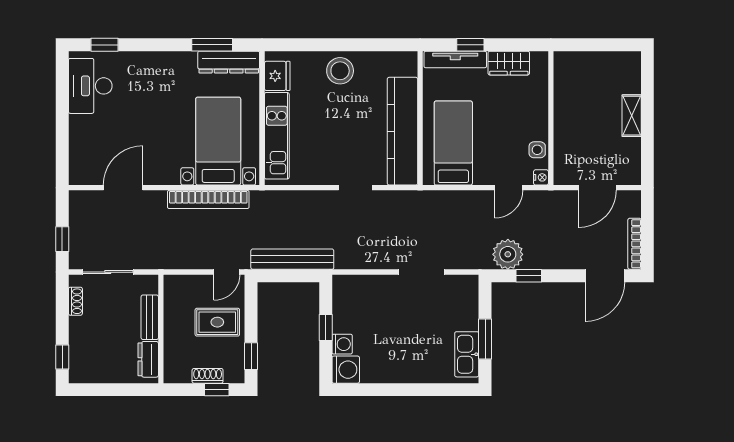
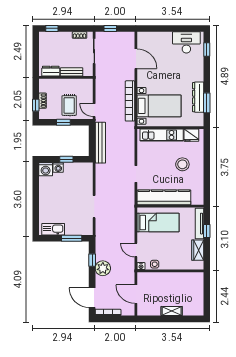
dresser: (229, 62) -> (198, 97), moved
stool: (340, 71) -> (182, 164), moved
plant: (508, 254) -> (103, 268), moved
window: (485, 339) -> (72, 238), moved
window: (251, 356) -> (63, 122), moved

